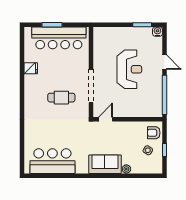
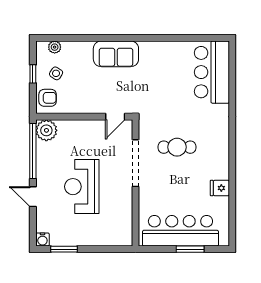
plant: (155, 110) -> (46, 130), added
bar counter: (52, 161) -> (212, 72), moved, turned 90
plant: (126, 169) -> (55, 47), moved

